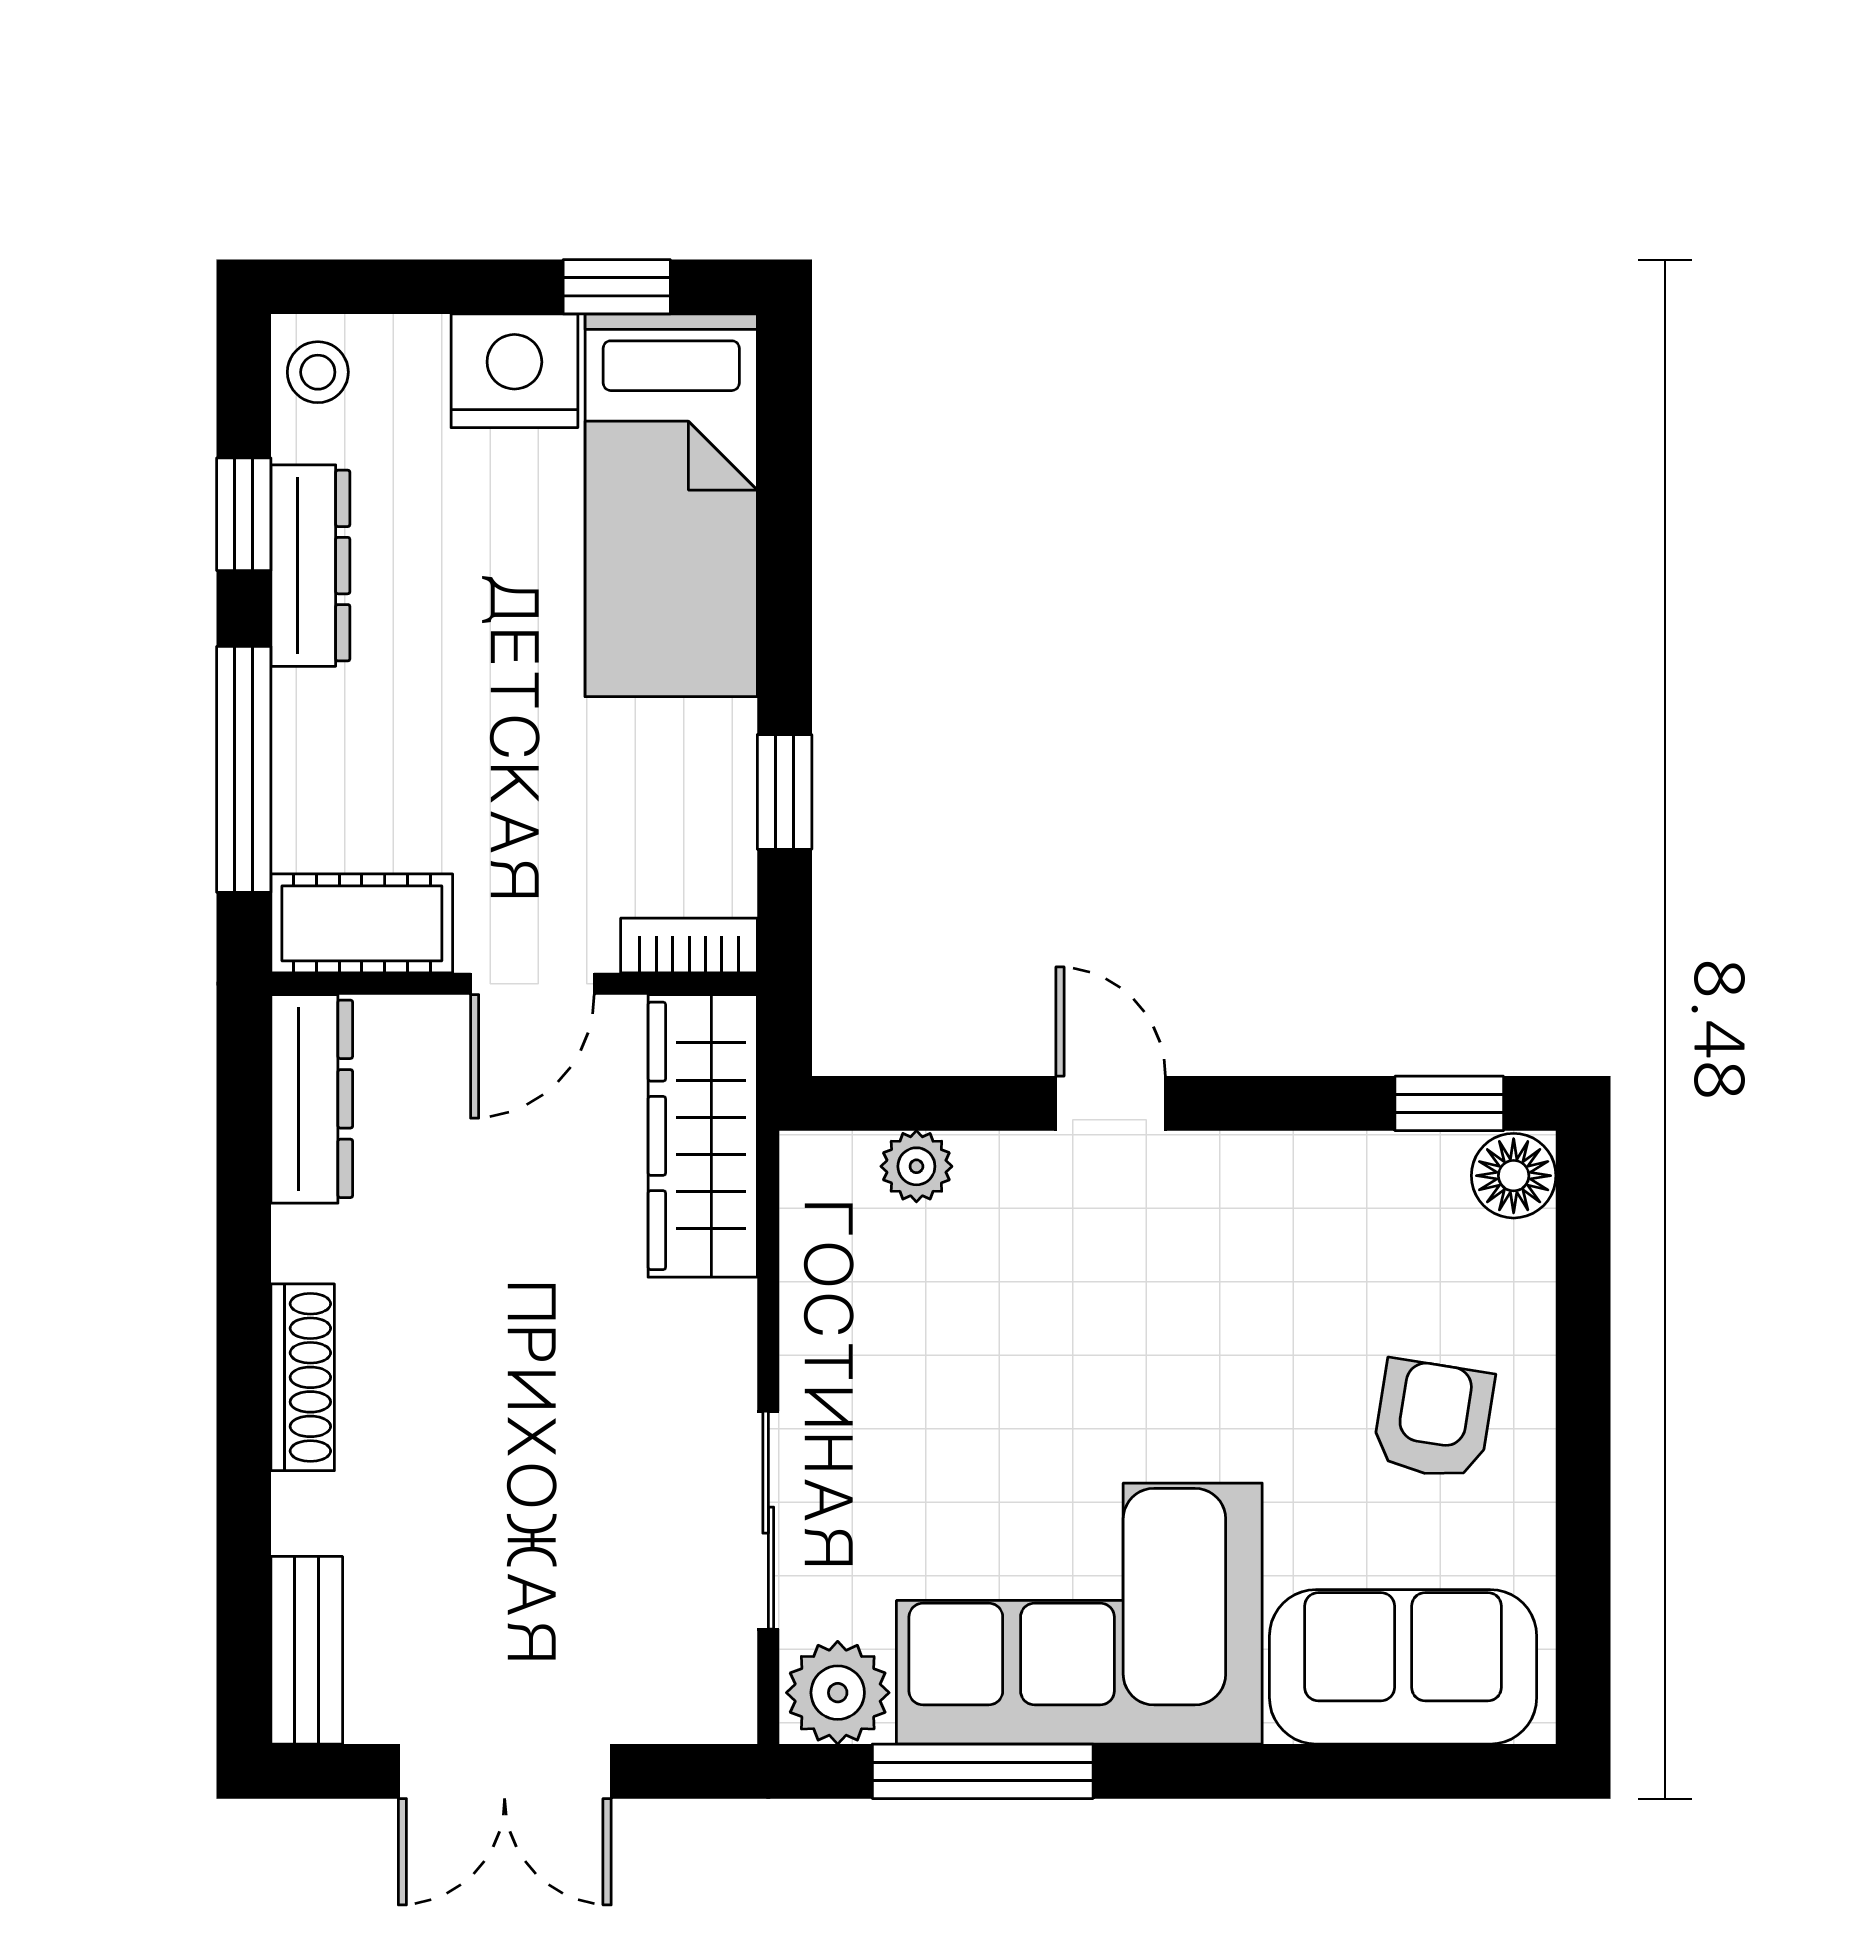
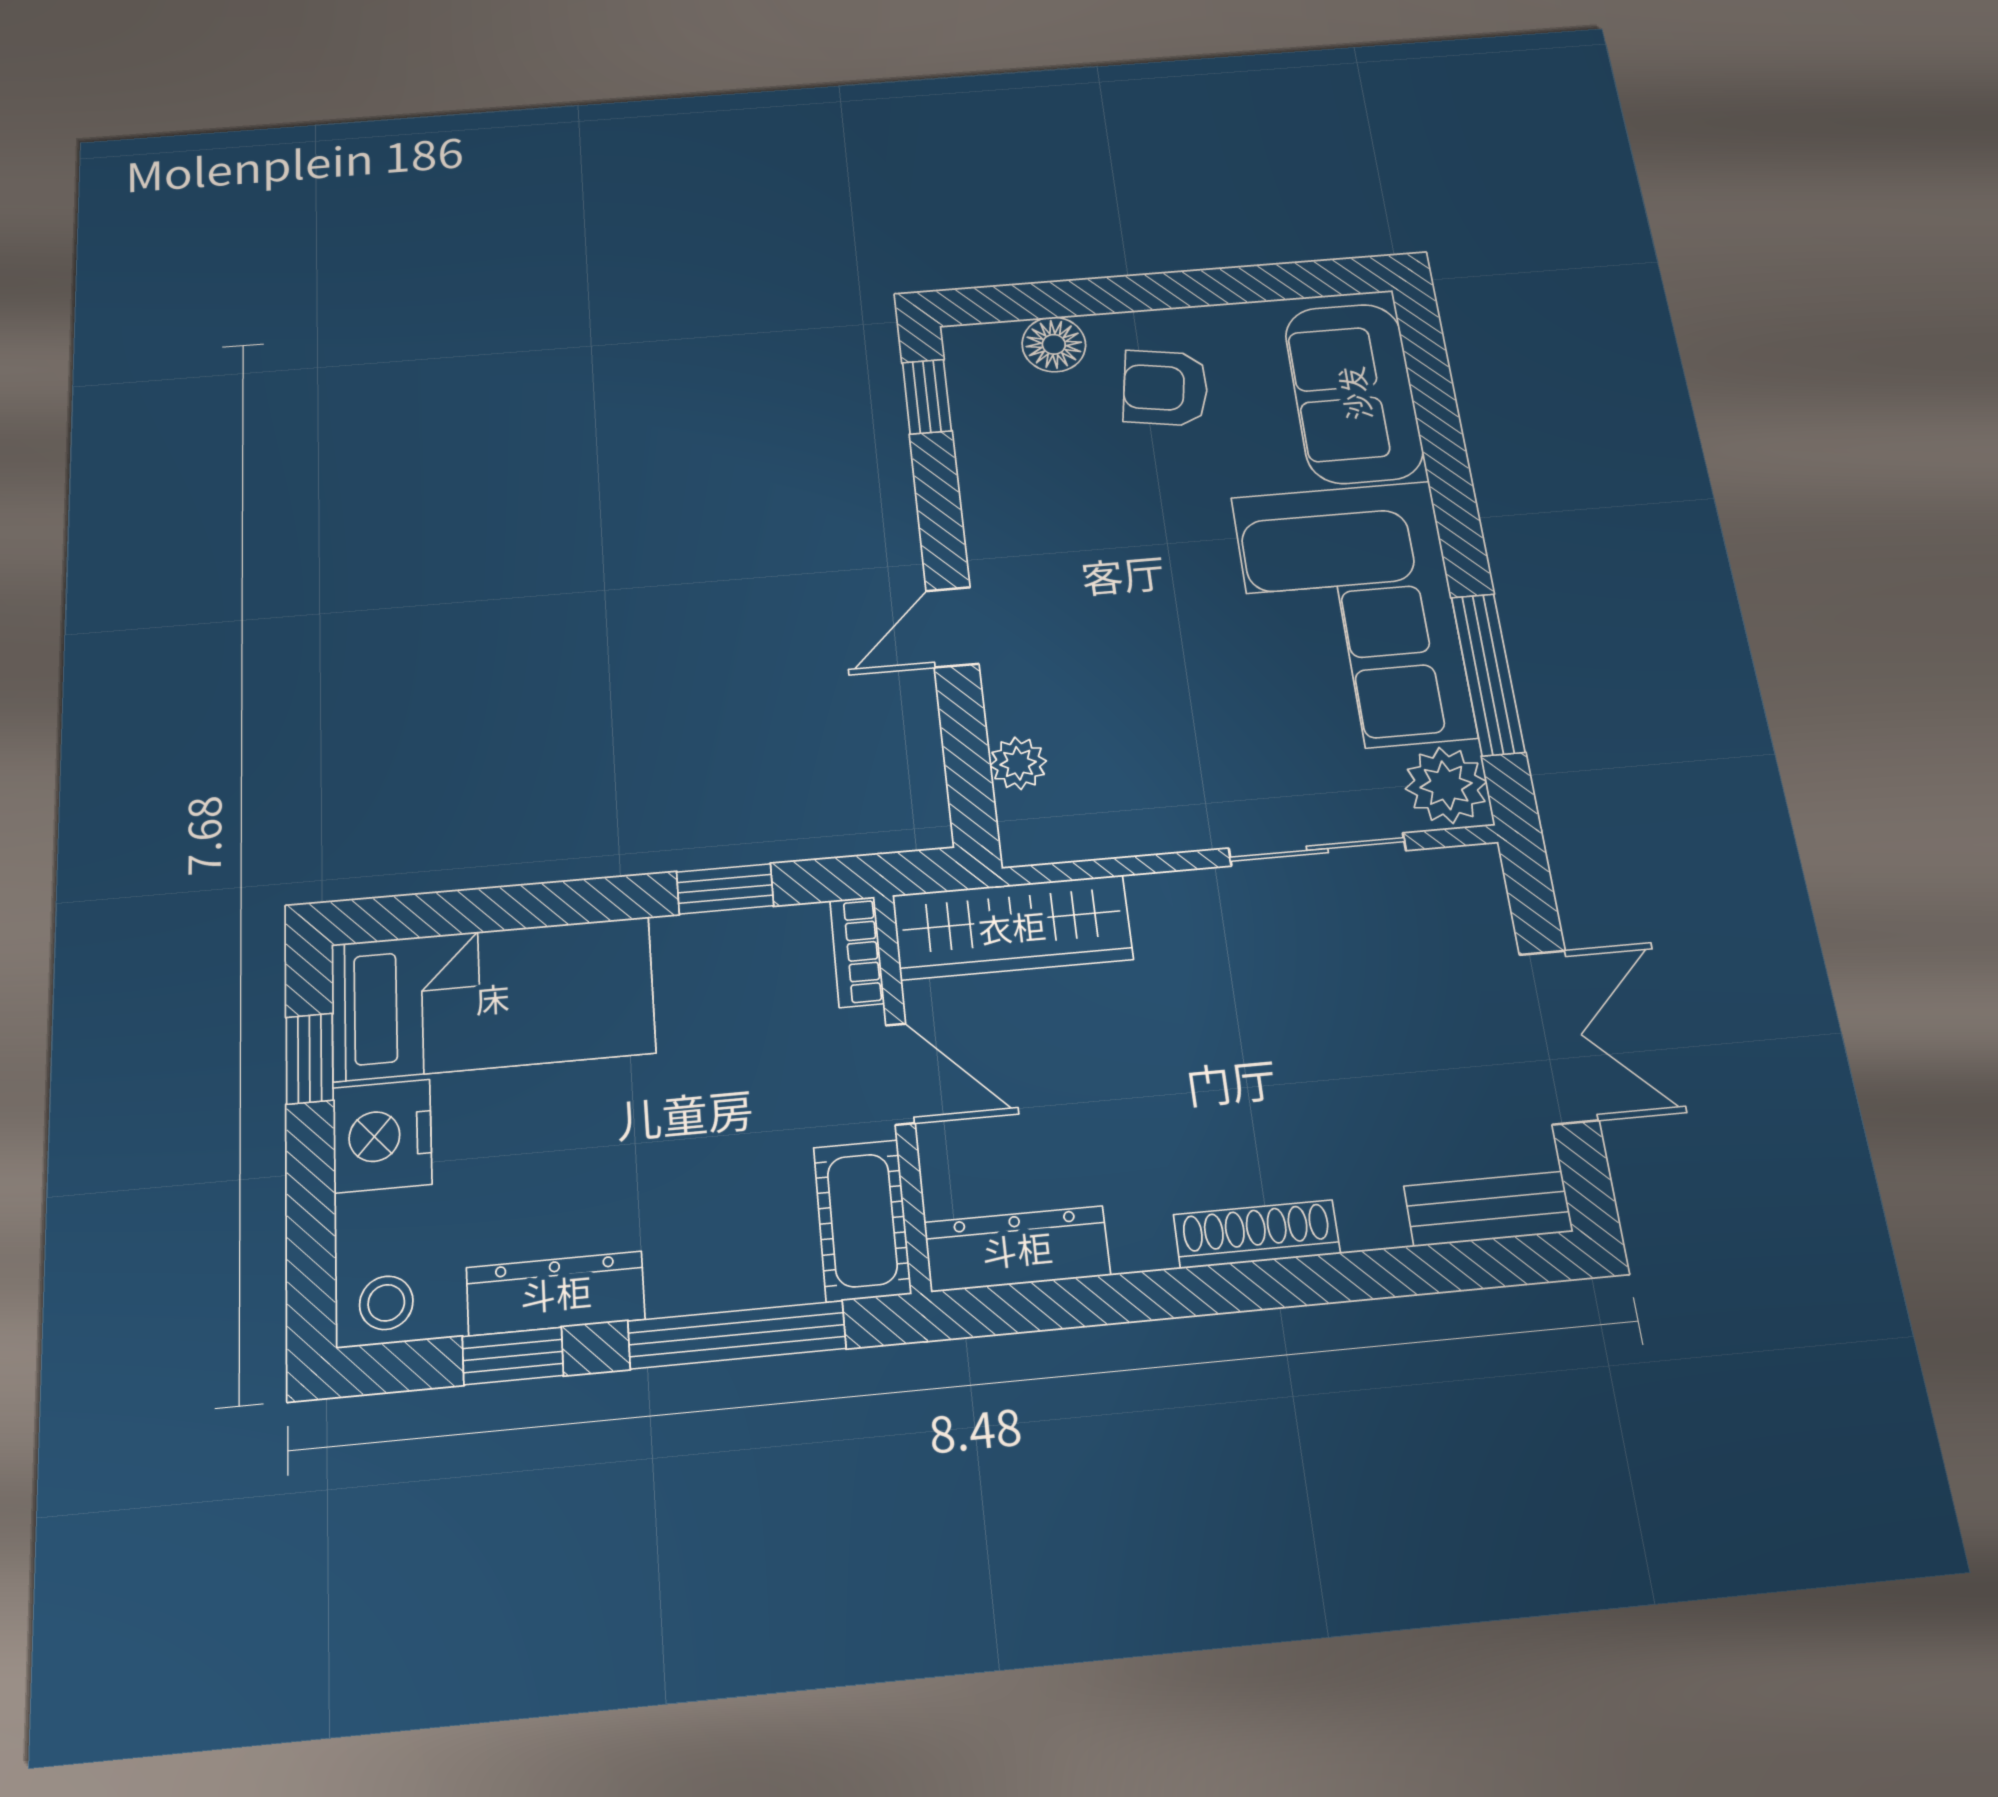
floor lamp: (1514, 1176) -> (1054, 344), moved

